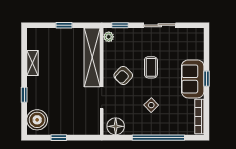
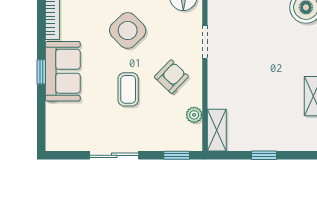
plant: (109, 37) -> (194, 115), moved
shelving: (92, 57) -> (217, 130), width x0.45, depth x0.75
side table: (151, 105) -> (128, 30), width x1.87, depth x1.87

